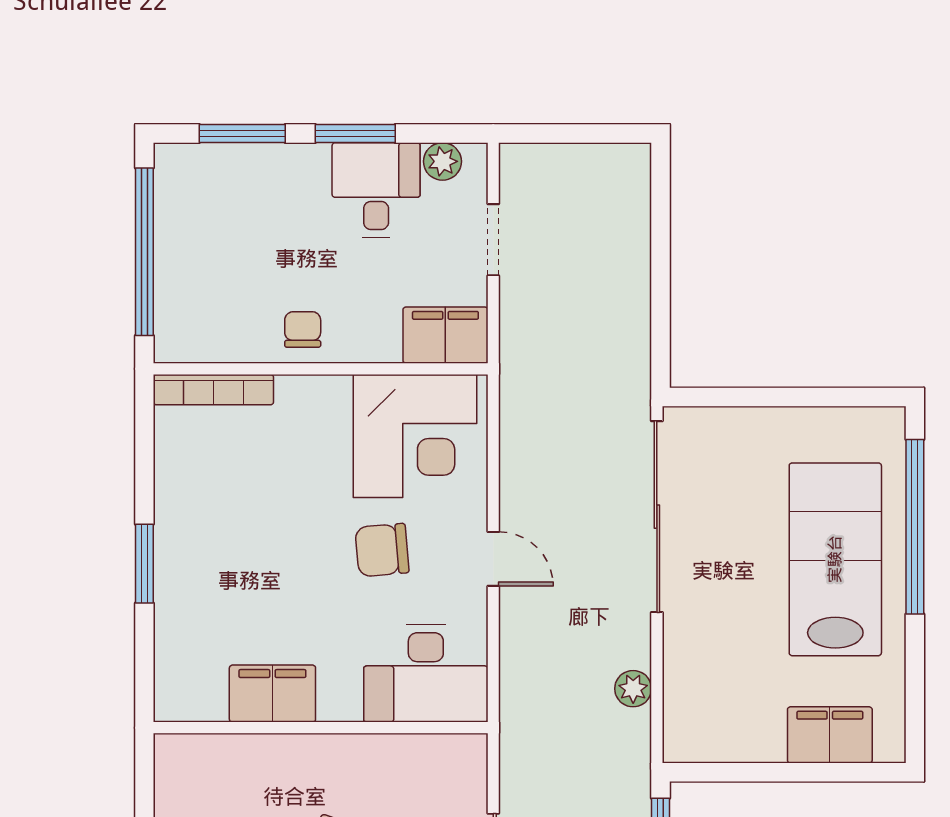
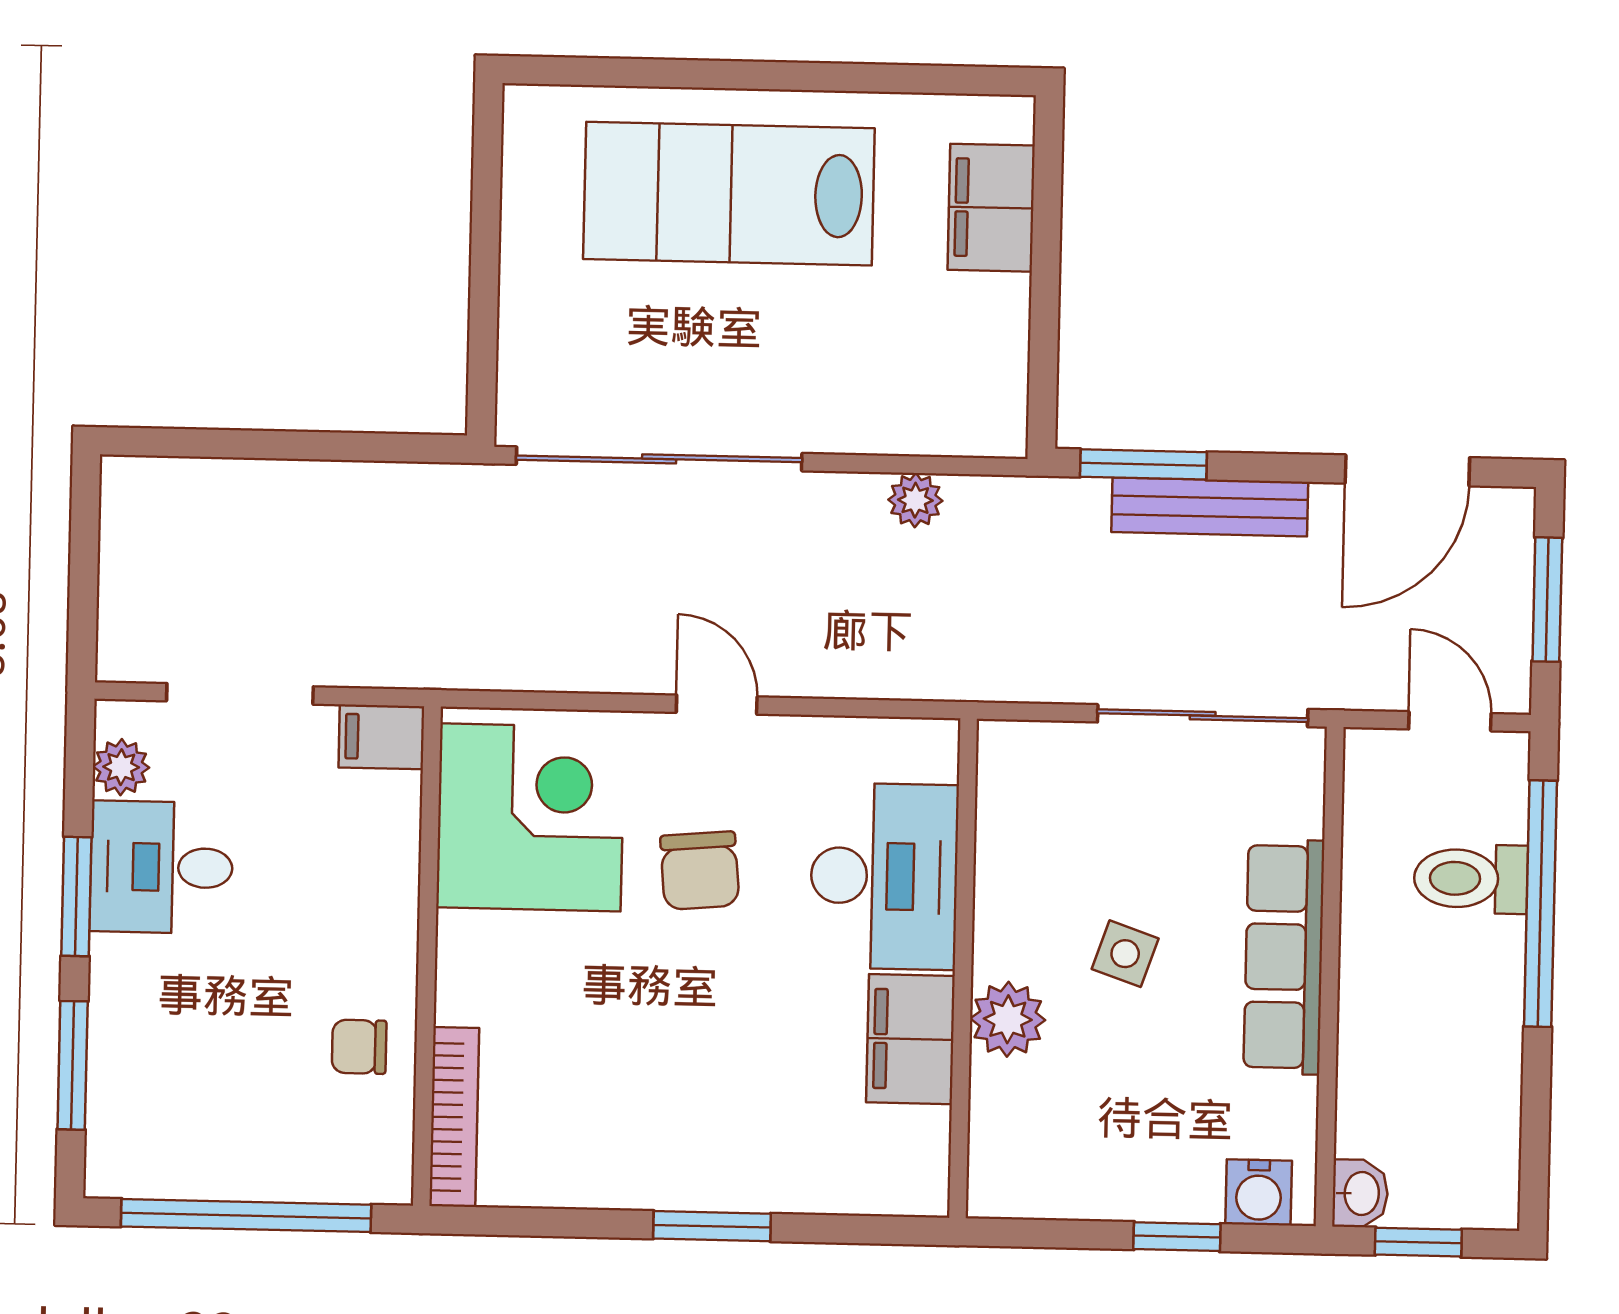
doorway: (493, 240) -> (240, 694), width x1.38
chair: (303, 329) -> (359, 1047), moved
filing cabinet: (445, 335) -> (381, 737), width x0.50
window: (915, 527) -> (683, 74), removed
door: (493, 559) -> (717, 705), hinge flipped
desk: (426, 674) -> (884, 876), moved
plant: (287, 758) -> (1008, 1019), added

